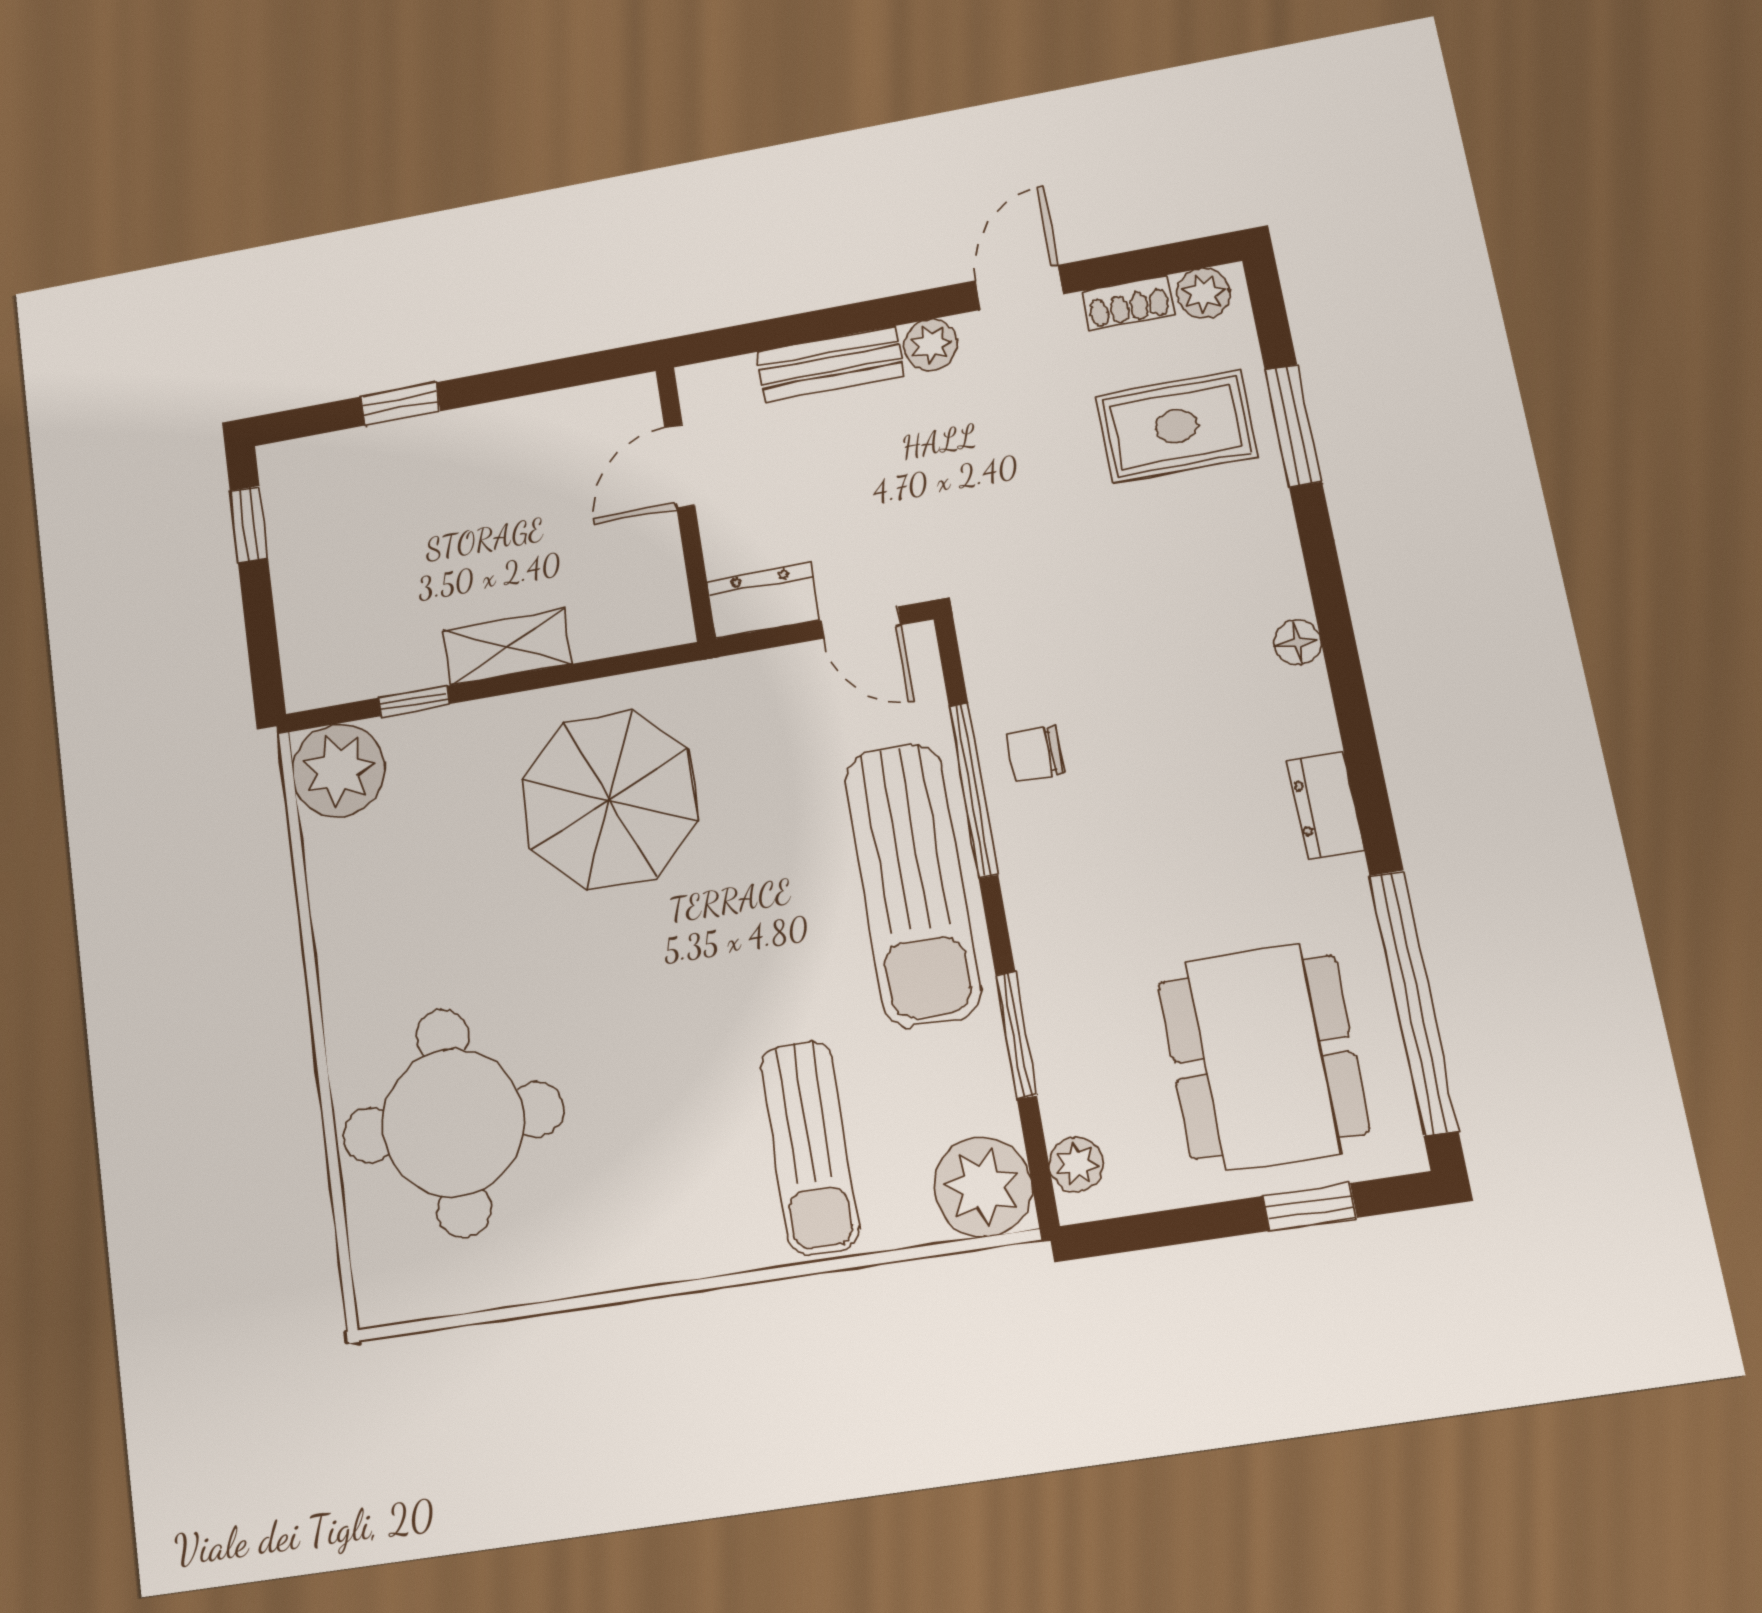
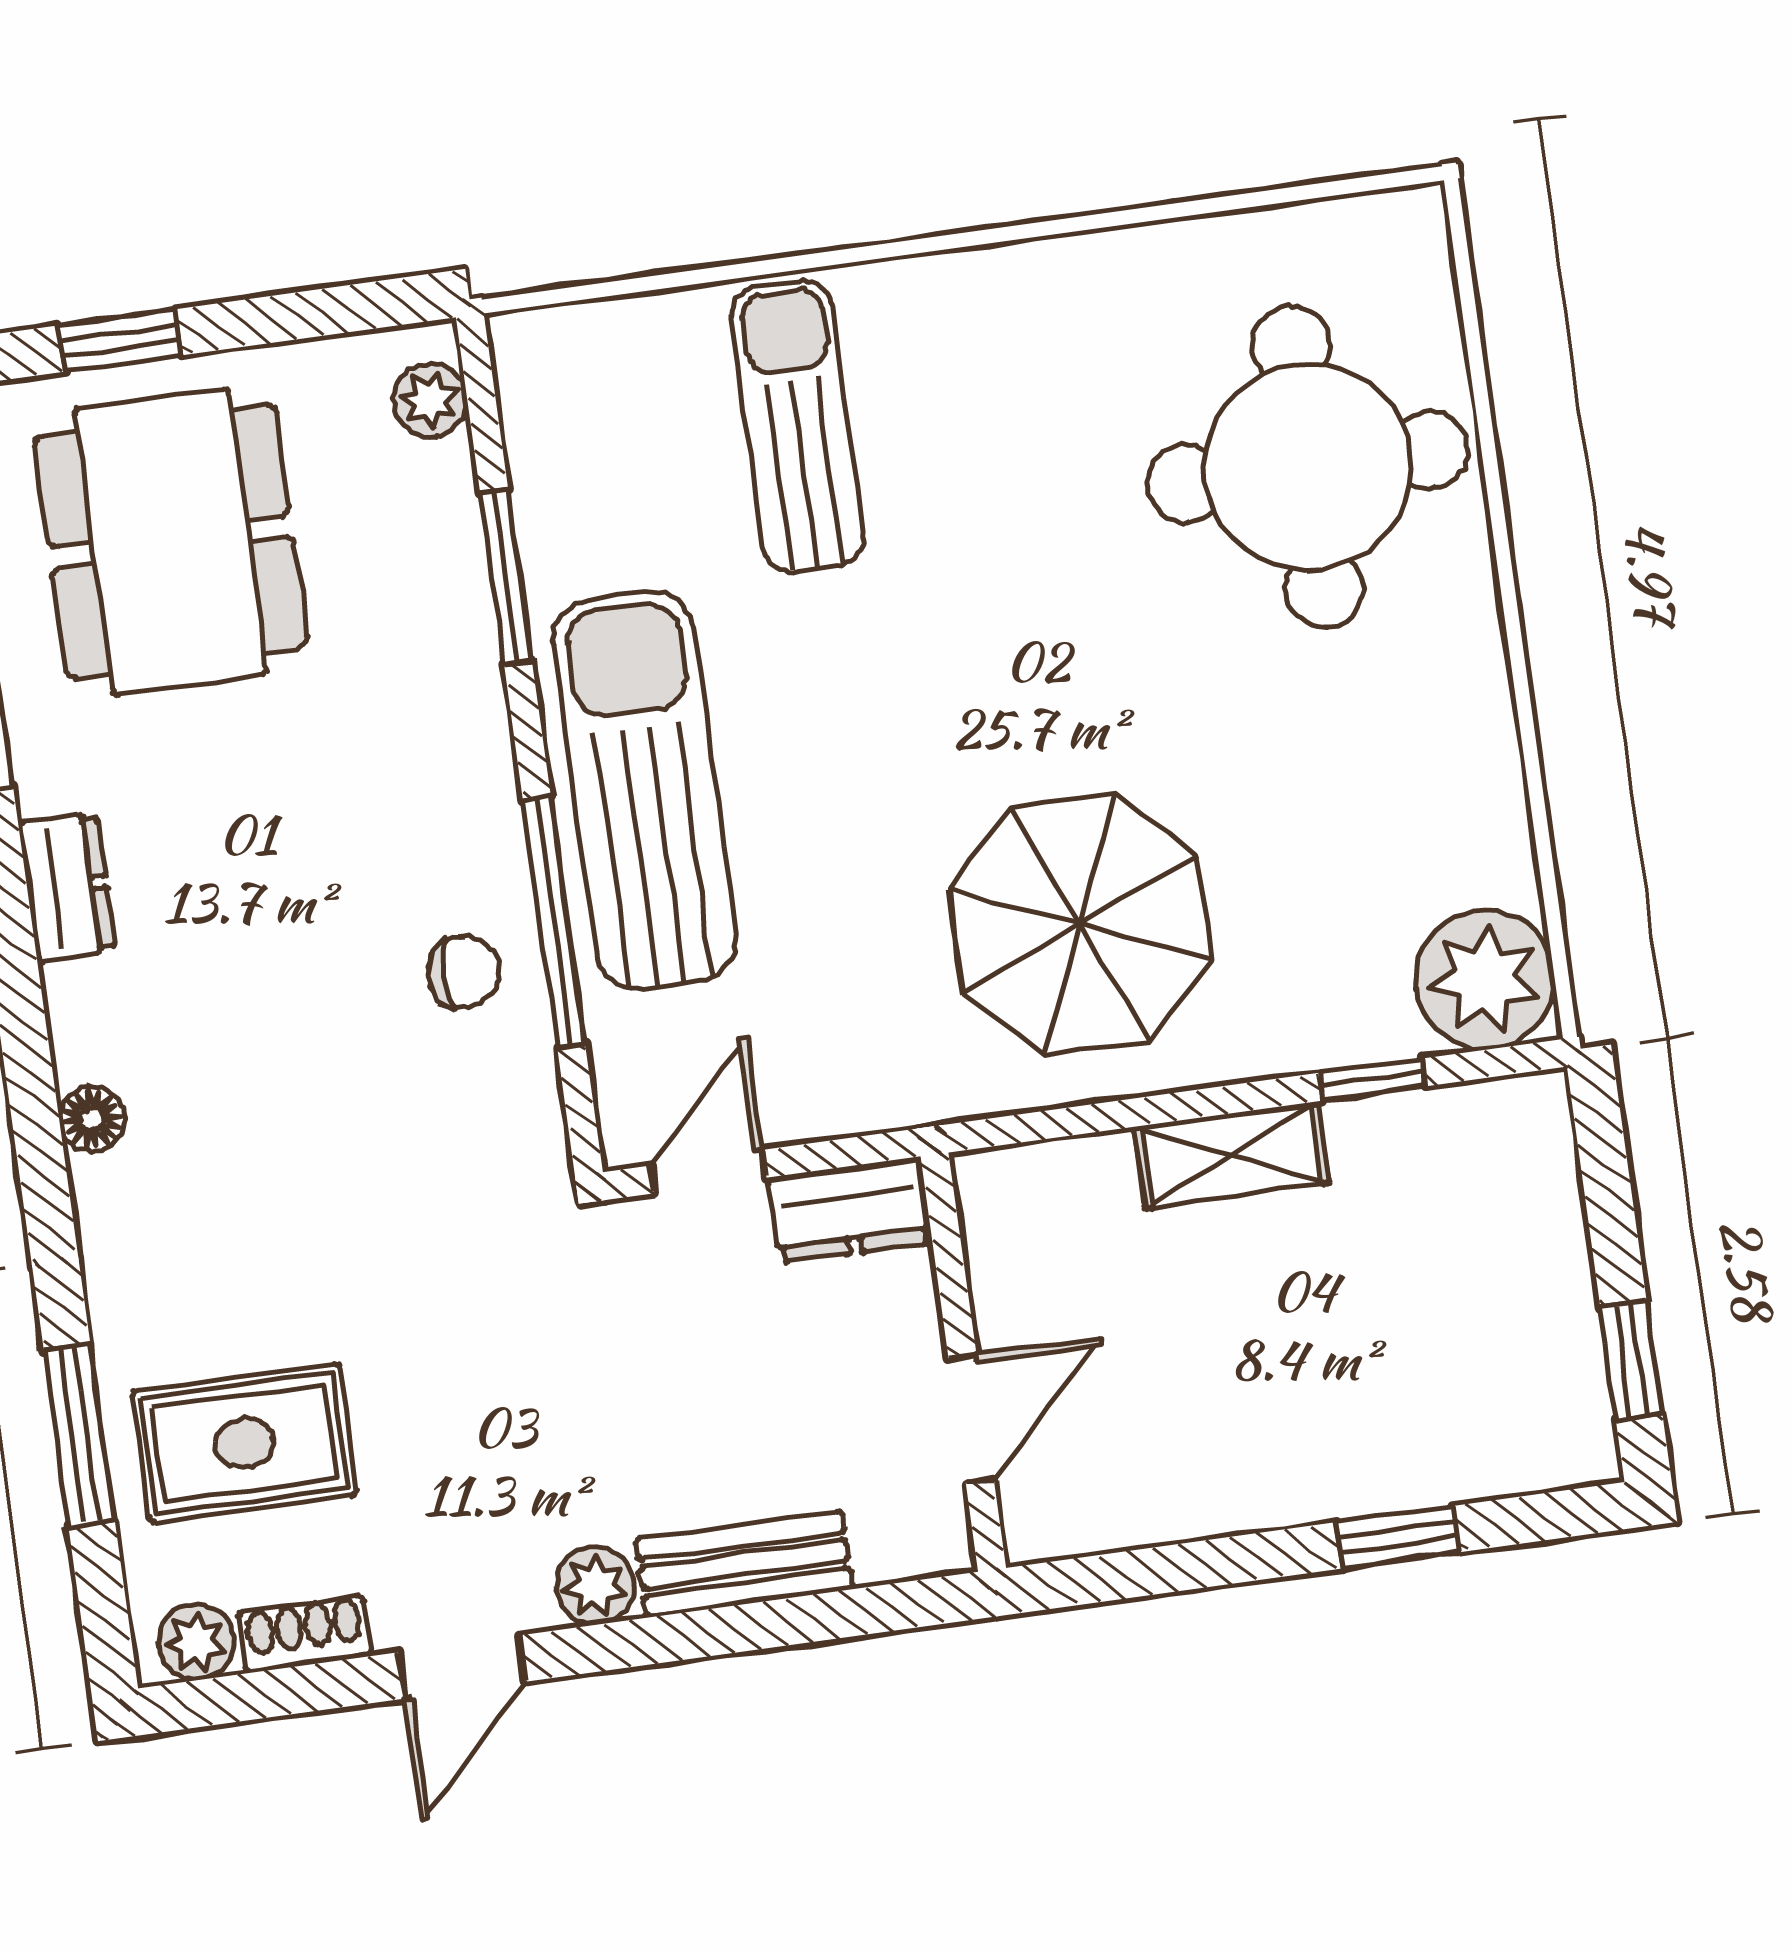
door: (861, 623) -> (708, 1172), hinge flipped
plant: (983, 1187) -> (559, 371), removed

